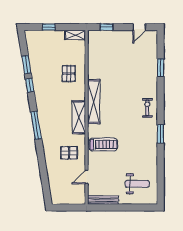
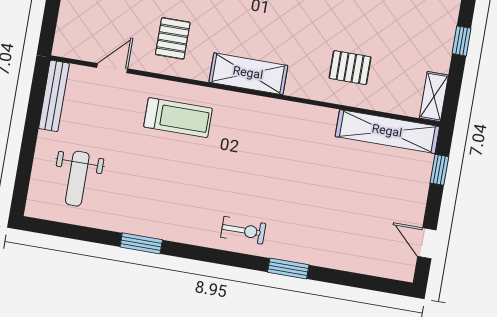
window: (161, 68) -> (288, 269), moved
shelving: (94, 102) -> (387, 132), moved
window: (161, 134) -> (141, 243), moved
treadmill: (103, 145) -> (178, 118), turned -90
door: (87, 177) -> (112, 68), hinge flipped

